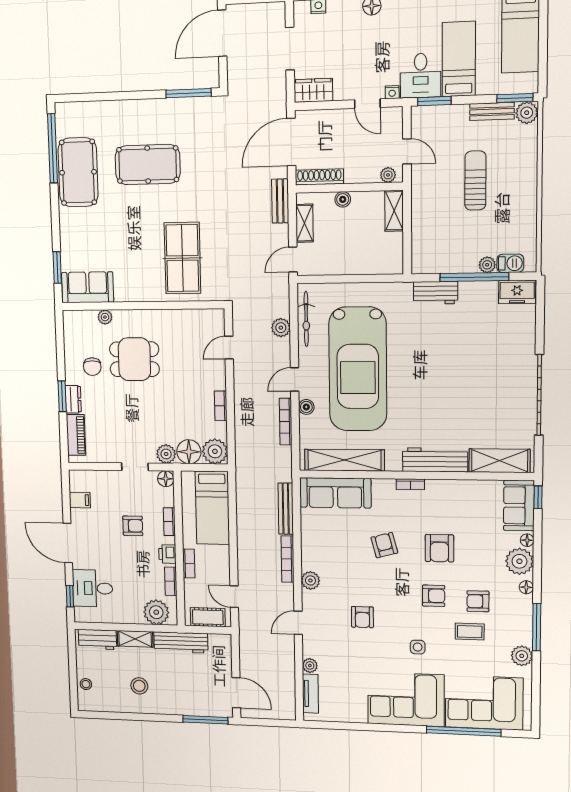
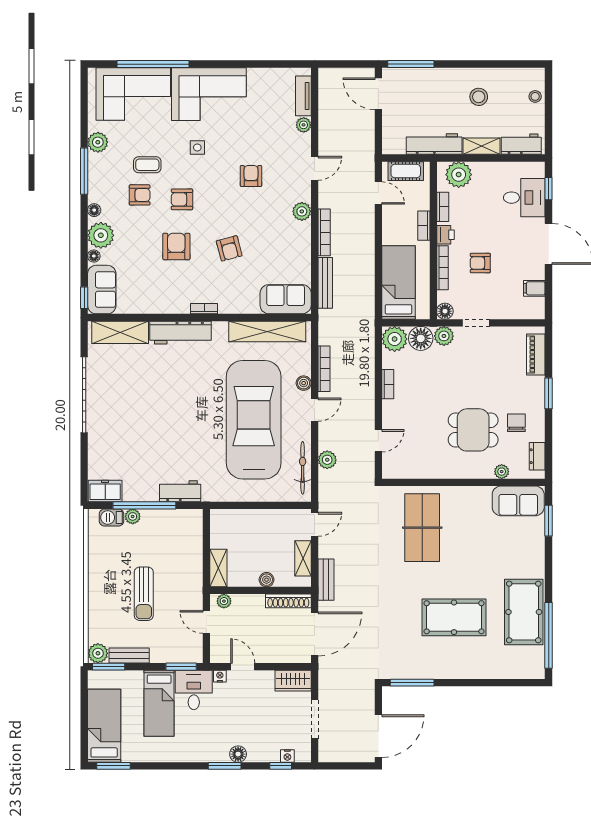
dresser: (73, 399) -> (537, 456), moved
sofa: (335, 493) -> (286, 299), width x0.73
bookcase: (169, 522) -> (443, 268), width x1.56

